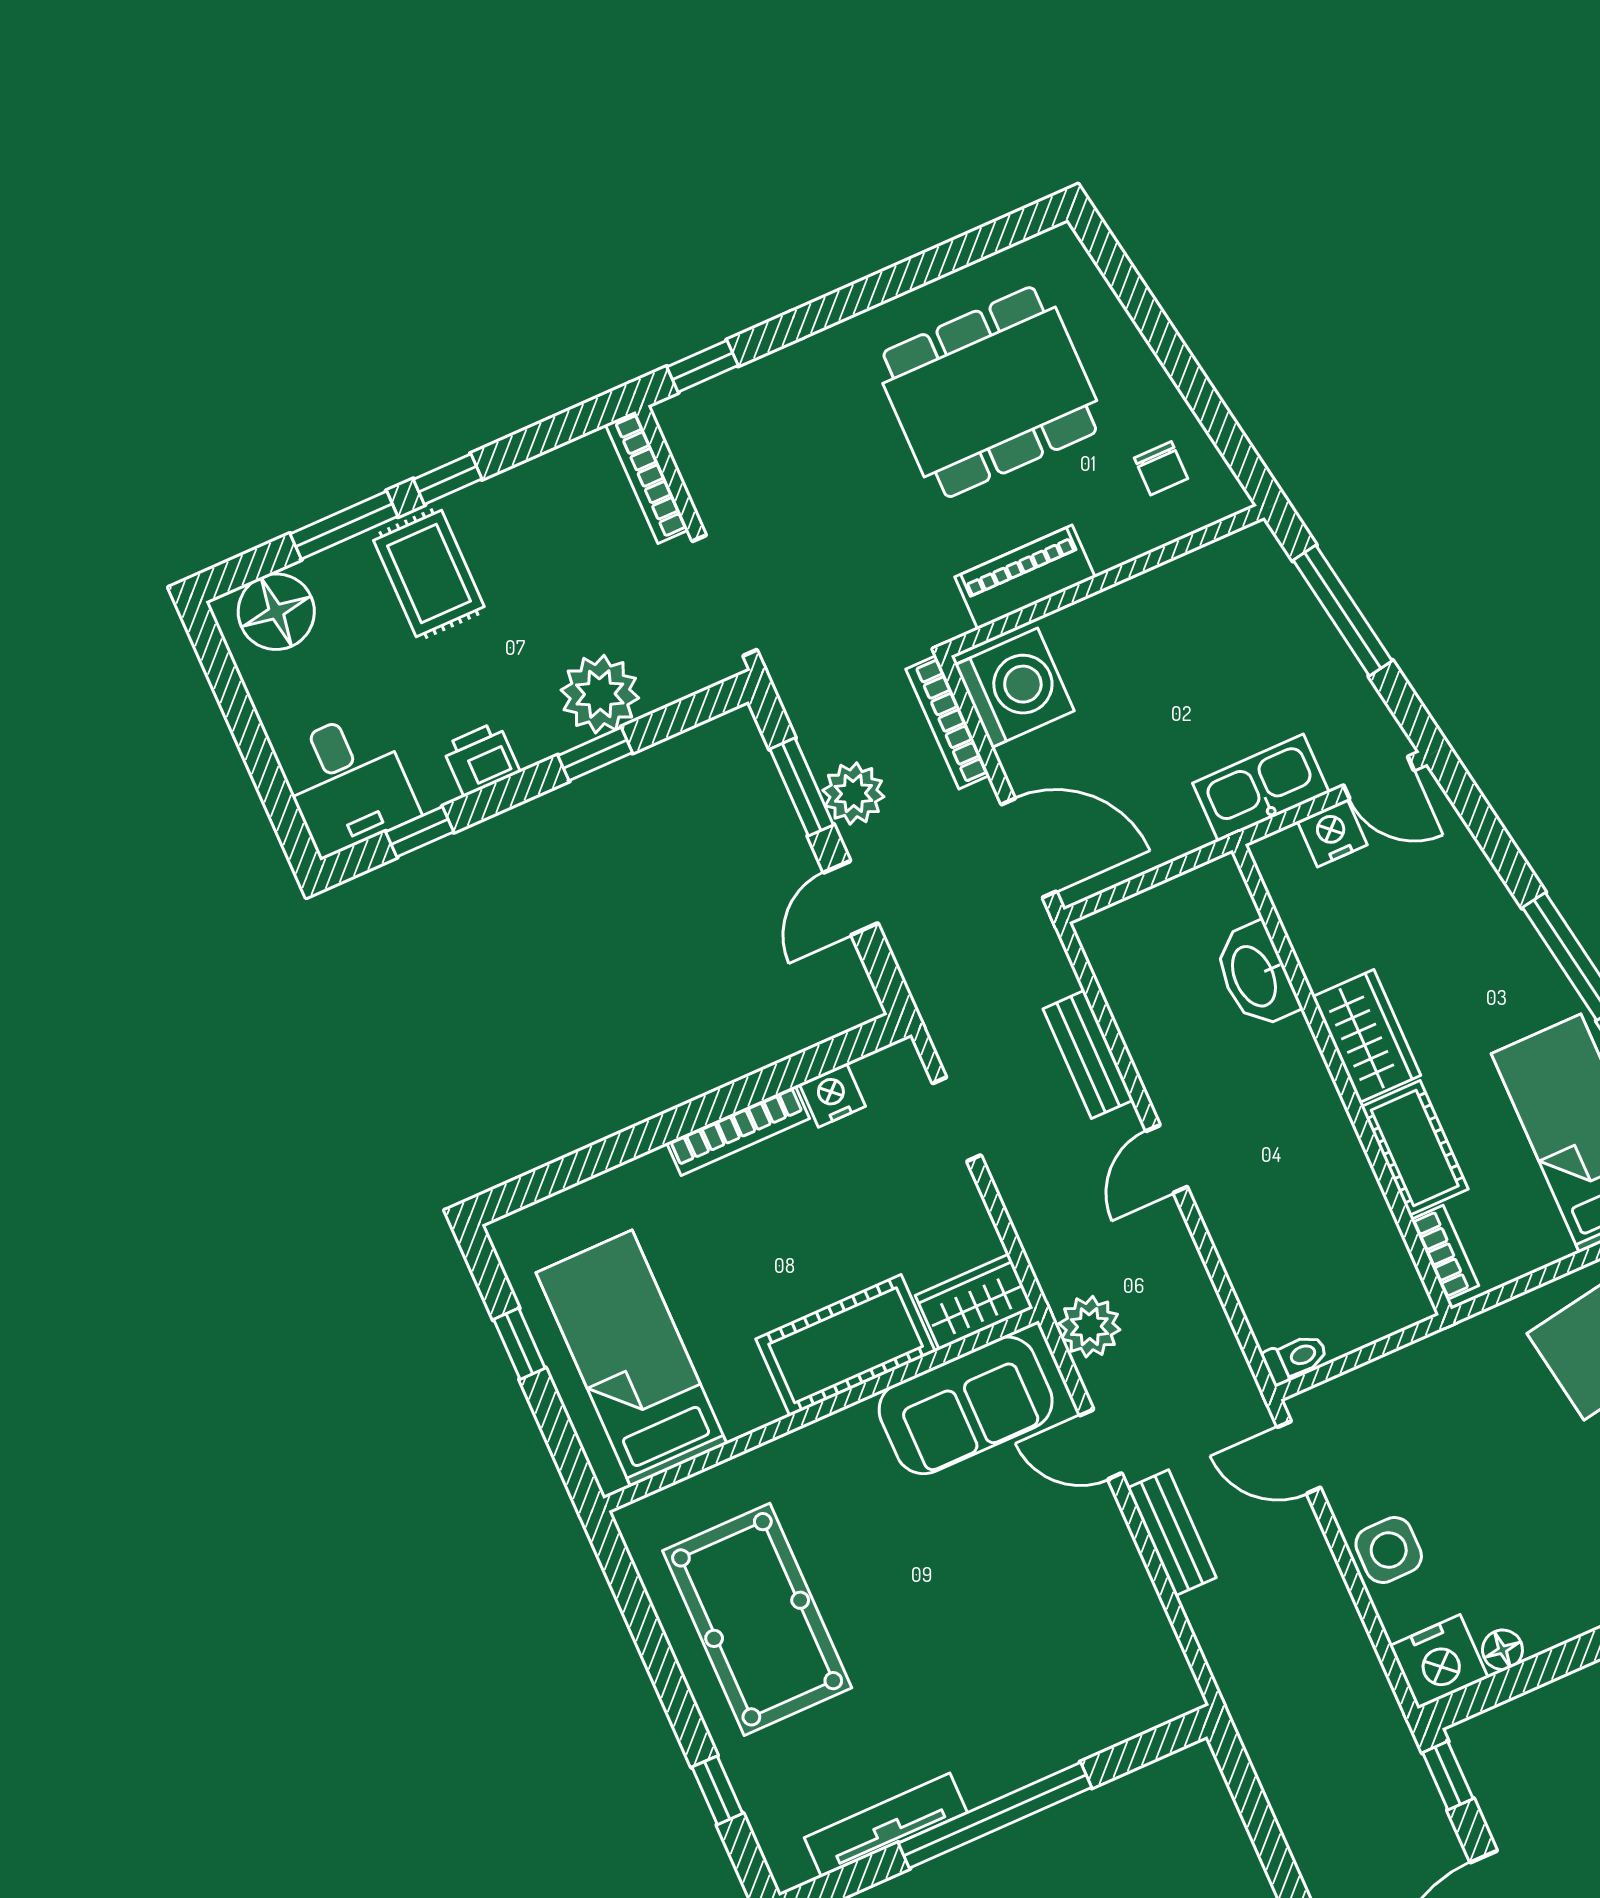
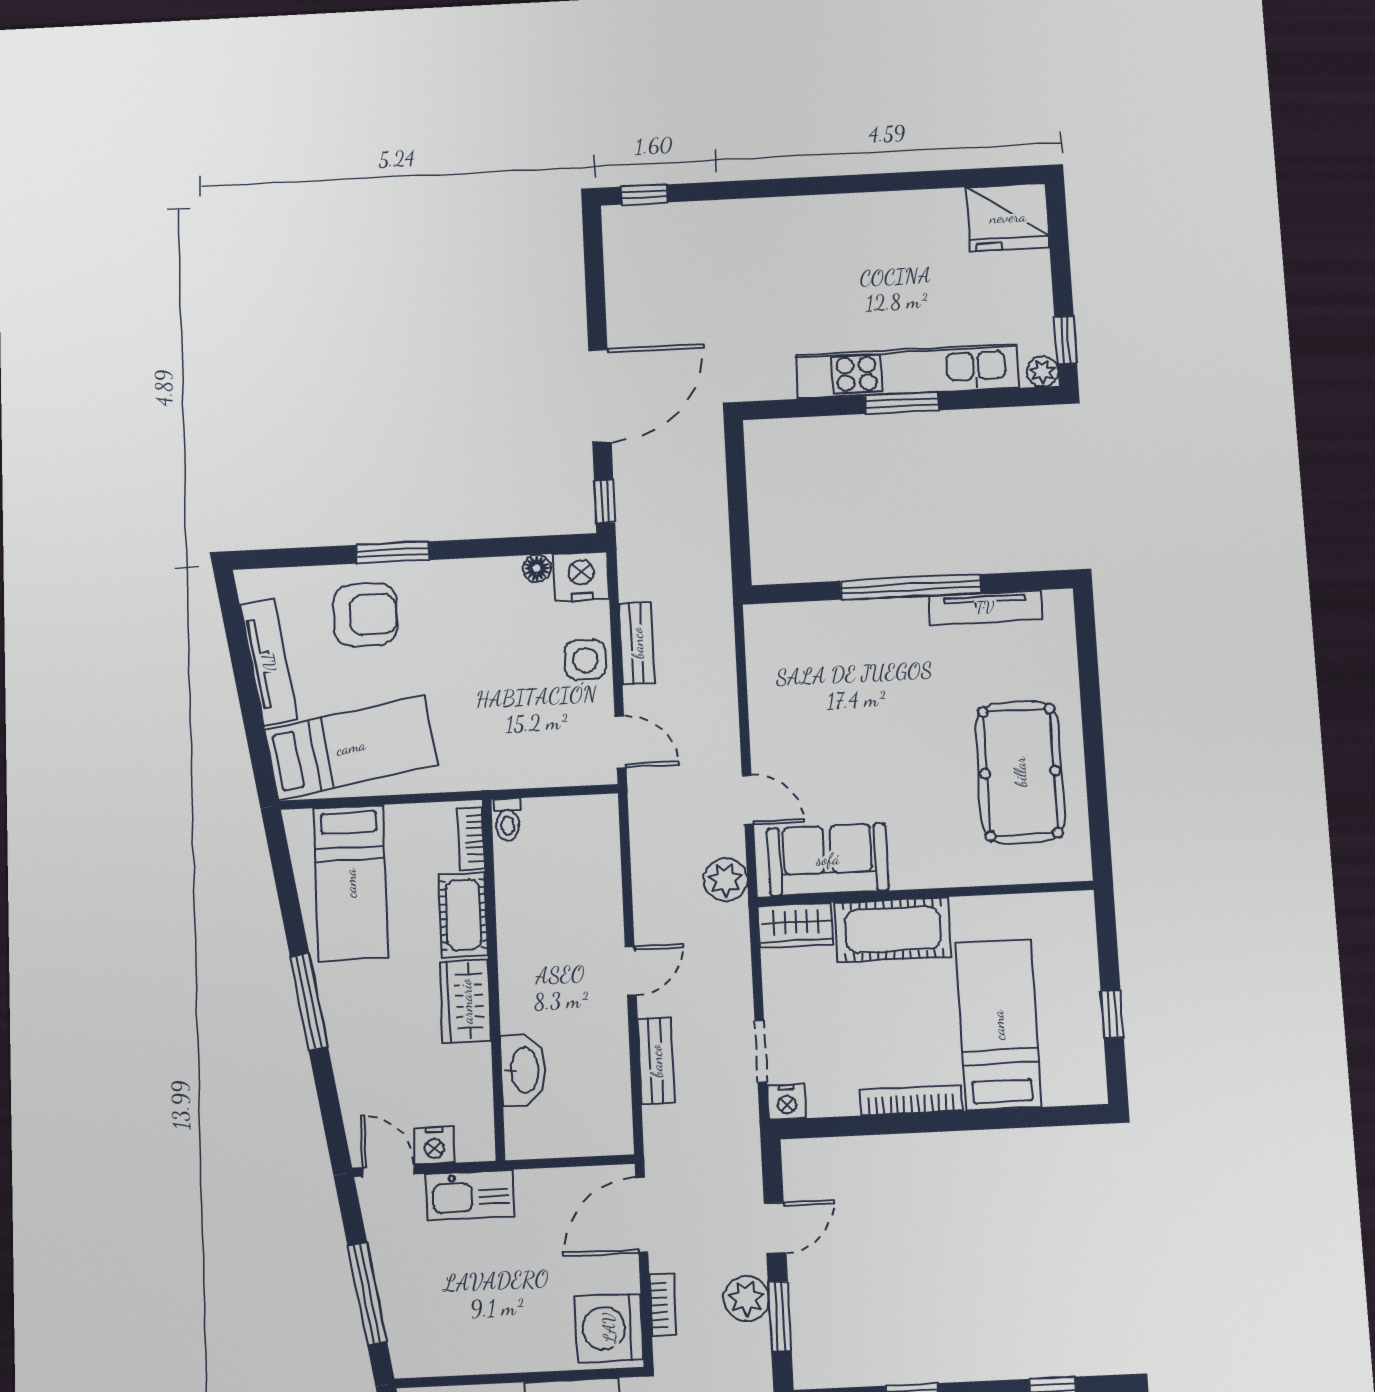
bookcase: (948, 722) -> (663, 1305), width x0.64
door: (1029, 848) -> (642, 1215), hinge flipped
nightstand: (832, 1095) -> (787, 1102), moved
bed: (631, 1358) -> (998, 1025), moved, turned 180
toilet: (1295, 1358) -> (507, 820), moved, turned -90
bench: (1172, 1533) -> (637, 643), moved
window: (717, 1790) -> (1088, 671), removed

